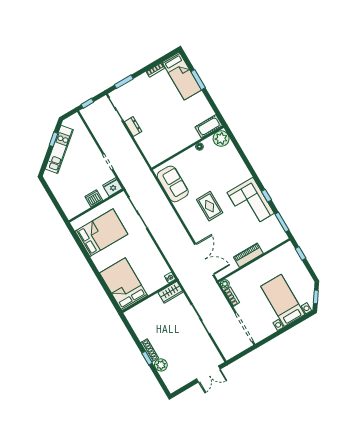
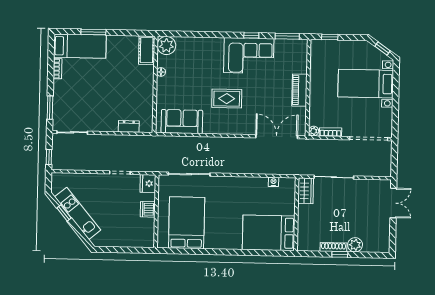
dresser: (133, 127) -> (129, 126), moved
bed: (124, 284) -> (269, 233), moved
wardrobe: (171, 292) -> (306, 191), moved
wall: (149, 296) -> (296, 214), moved

